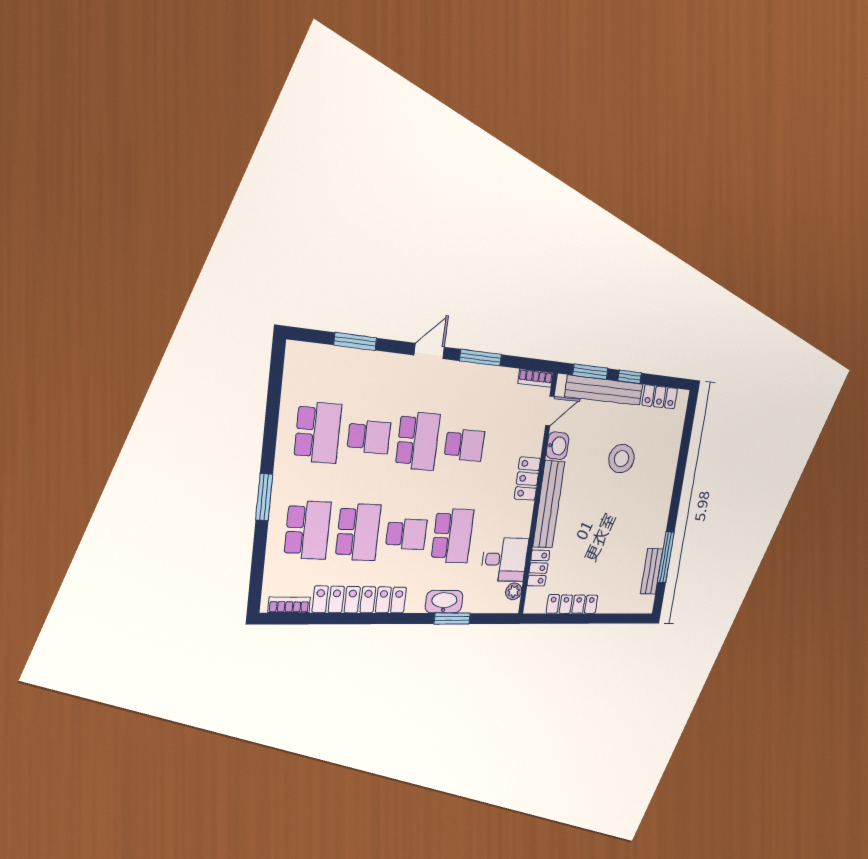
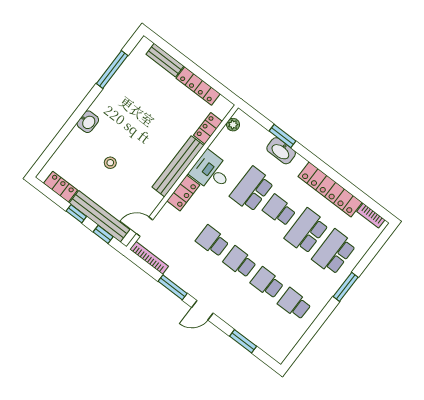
window: (590, 372) -> (103, 234), width x0.67
bookcase: (536, 378) -> (149, 258), width x1.56
school desk: (318, 432) -> (294, 304), width x0.54
school desk: (418, 441) -> (240, 262), width x0.54
washbasin: (558, 446) -> (88, 122), moved, turned 180
stool: (621, 459) -> (110, 163), width x0.53, depth x0.53
desk: (505, 560) -> (211, 172), moved
bench: (652, 571) -> (165, 60), moved, turned 90

